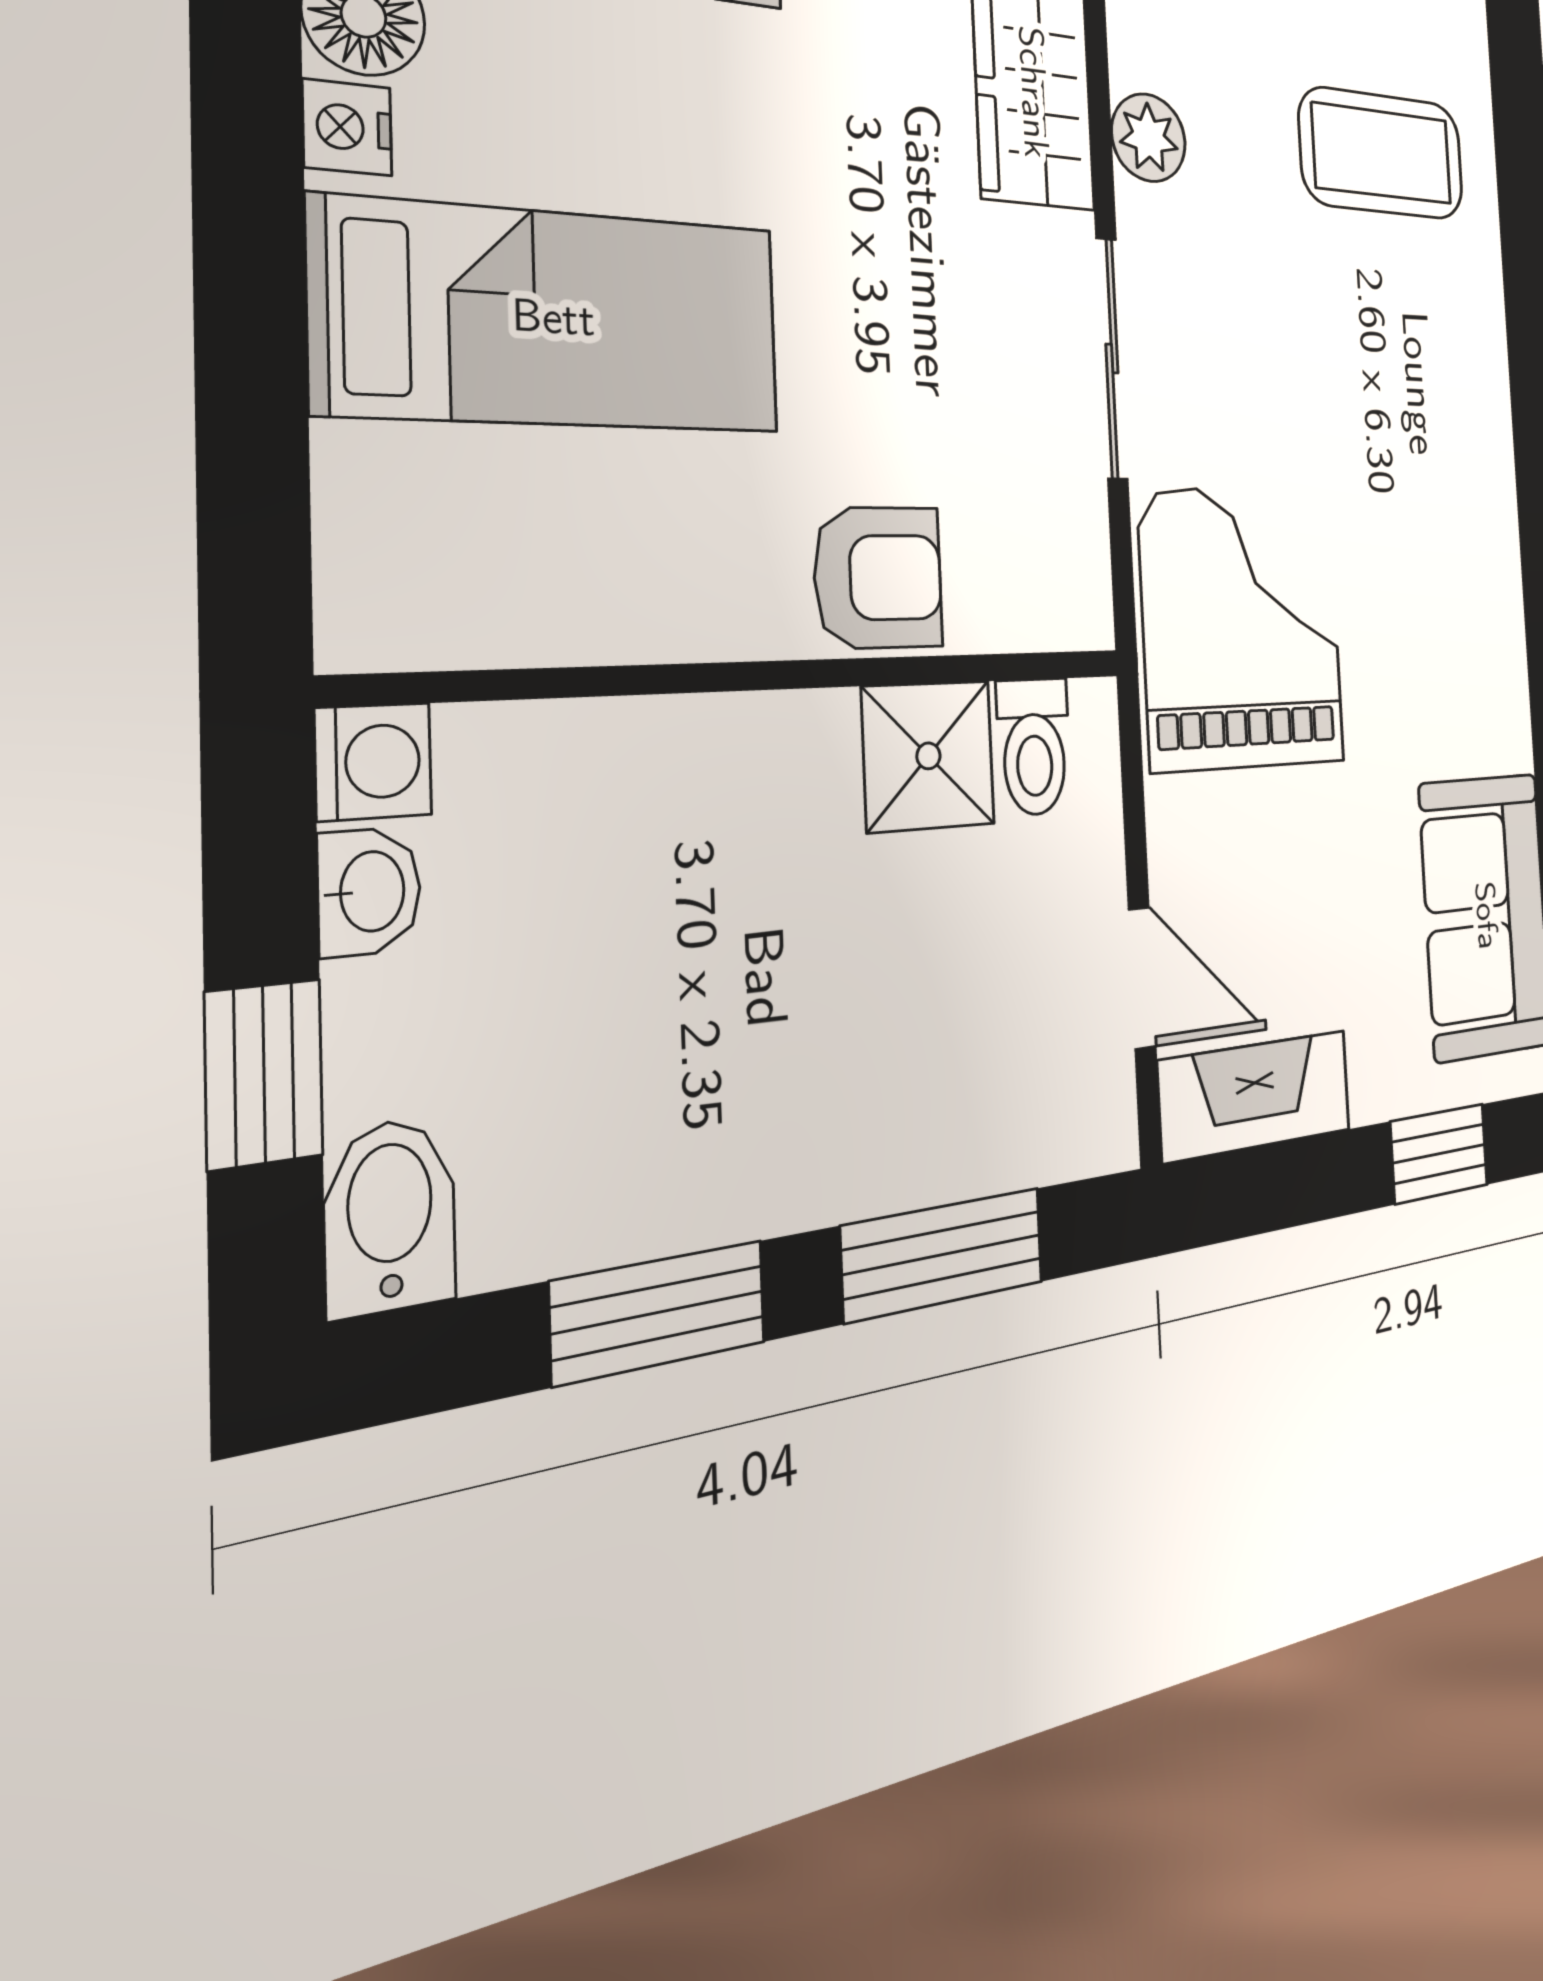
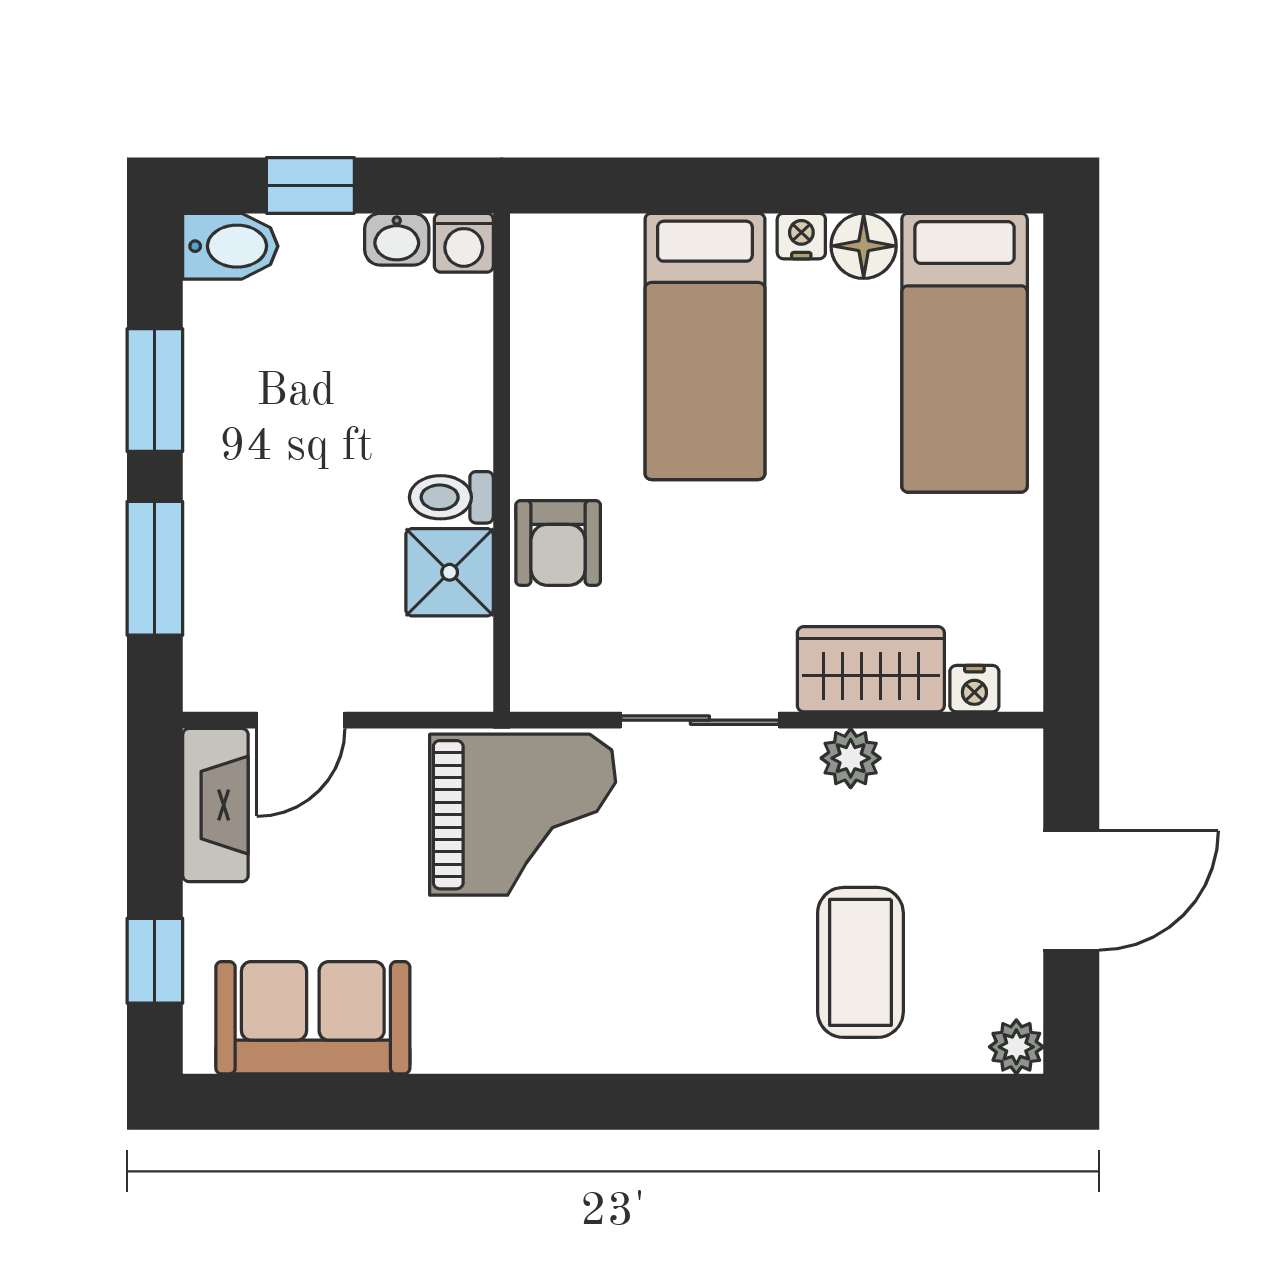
toilet: (1034, 747) -> (451, 497), moved

